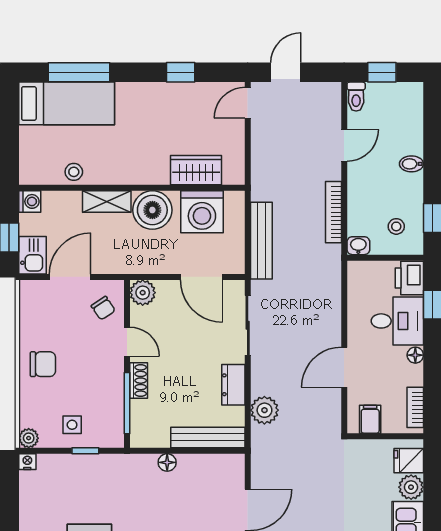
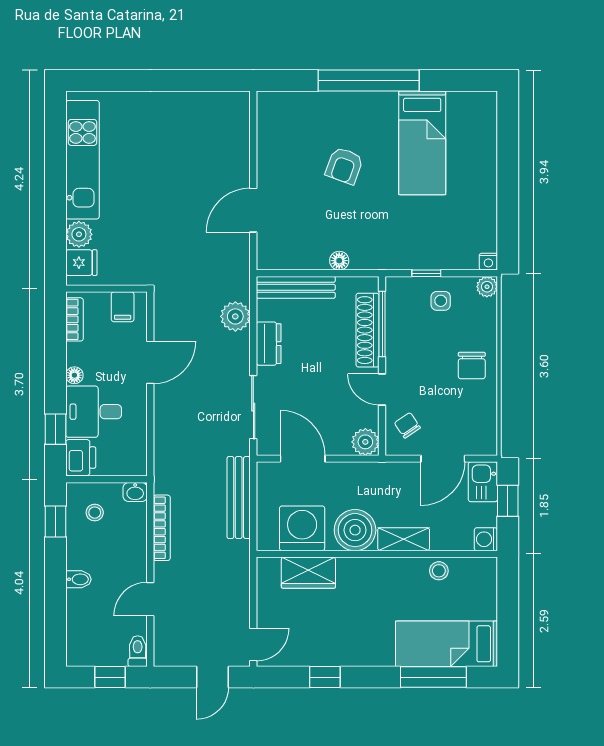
chair: (43, 364) -> (472, 366), turned -90
shoe rack: (139, 381) -> (368, 330), width x1.94, depth x1.24

